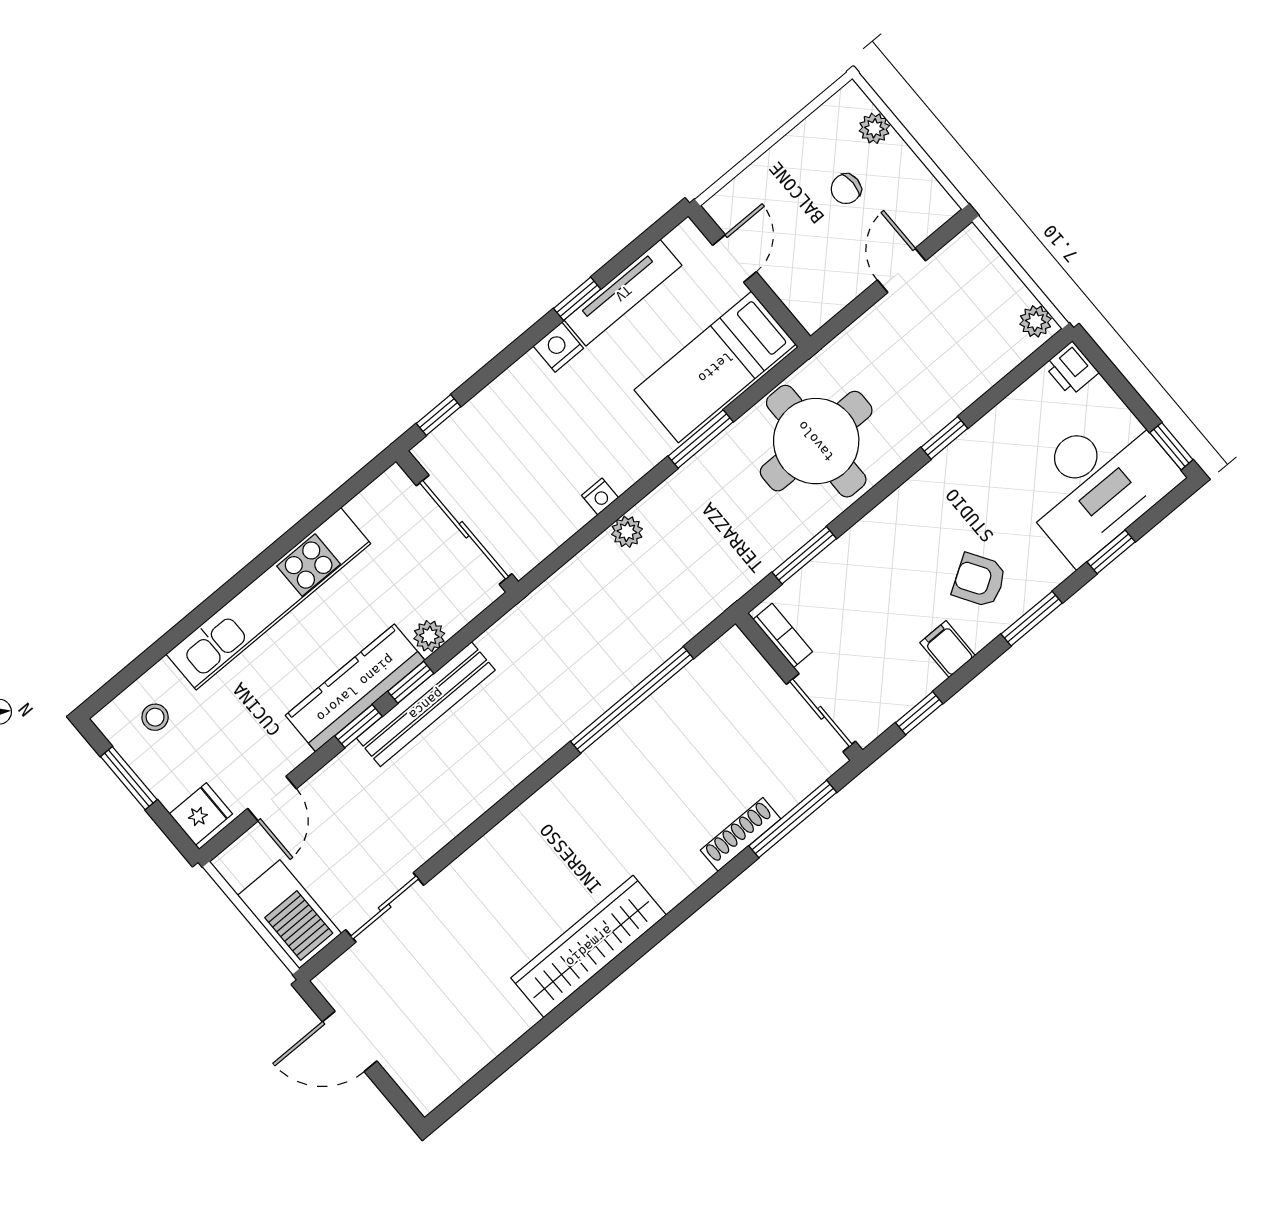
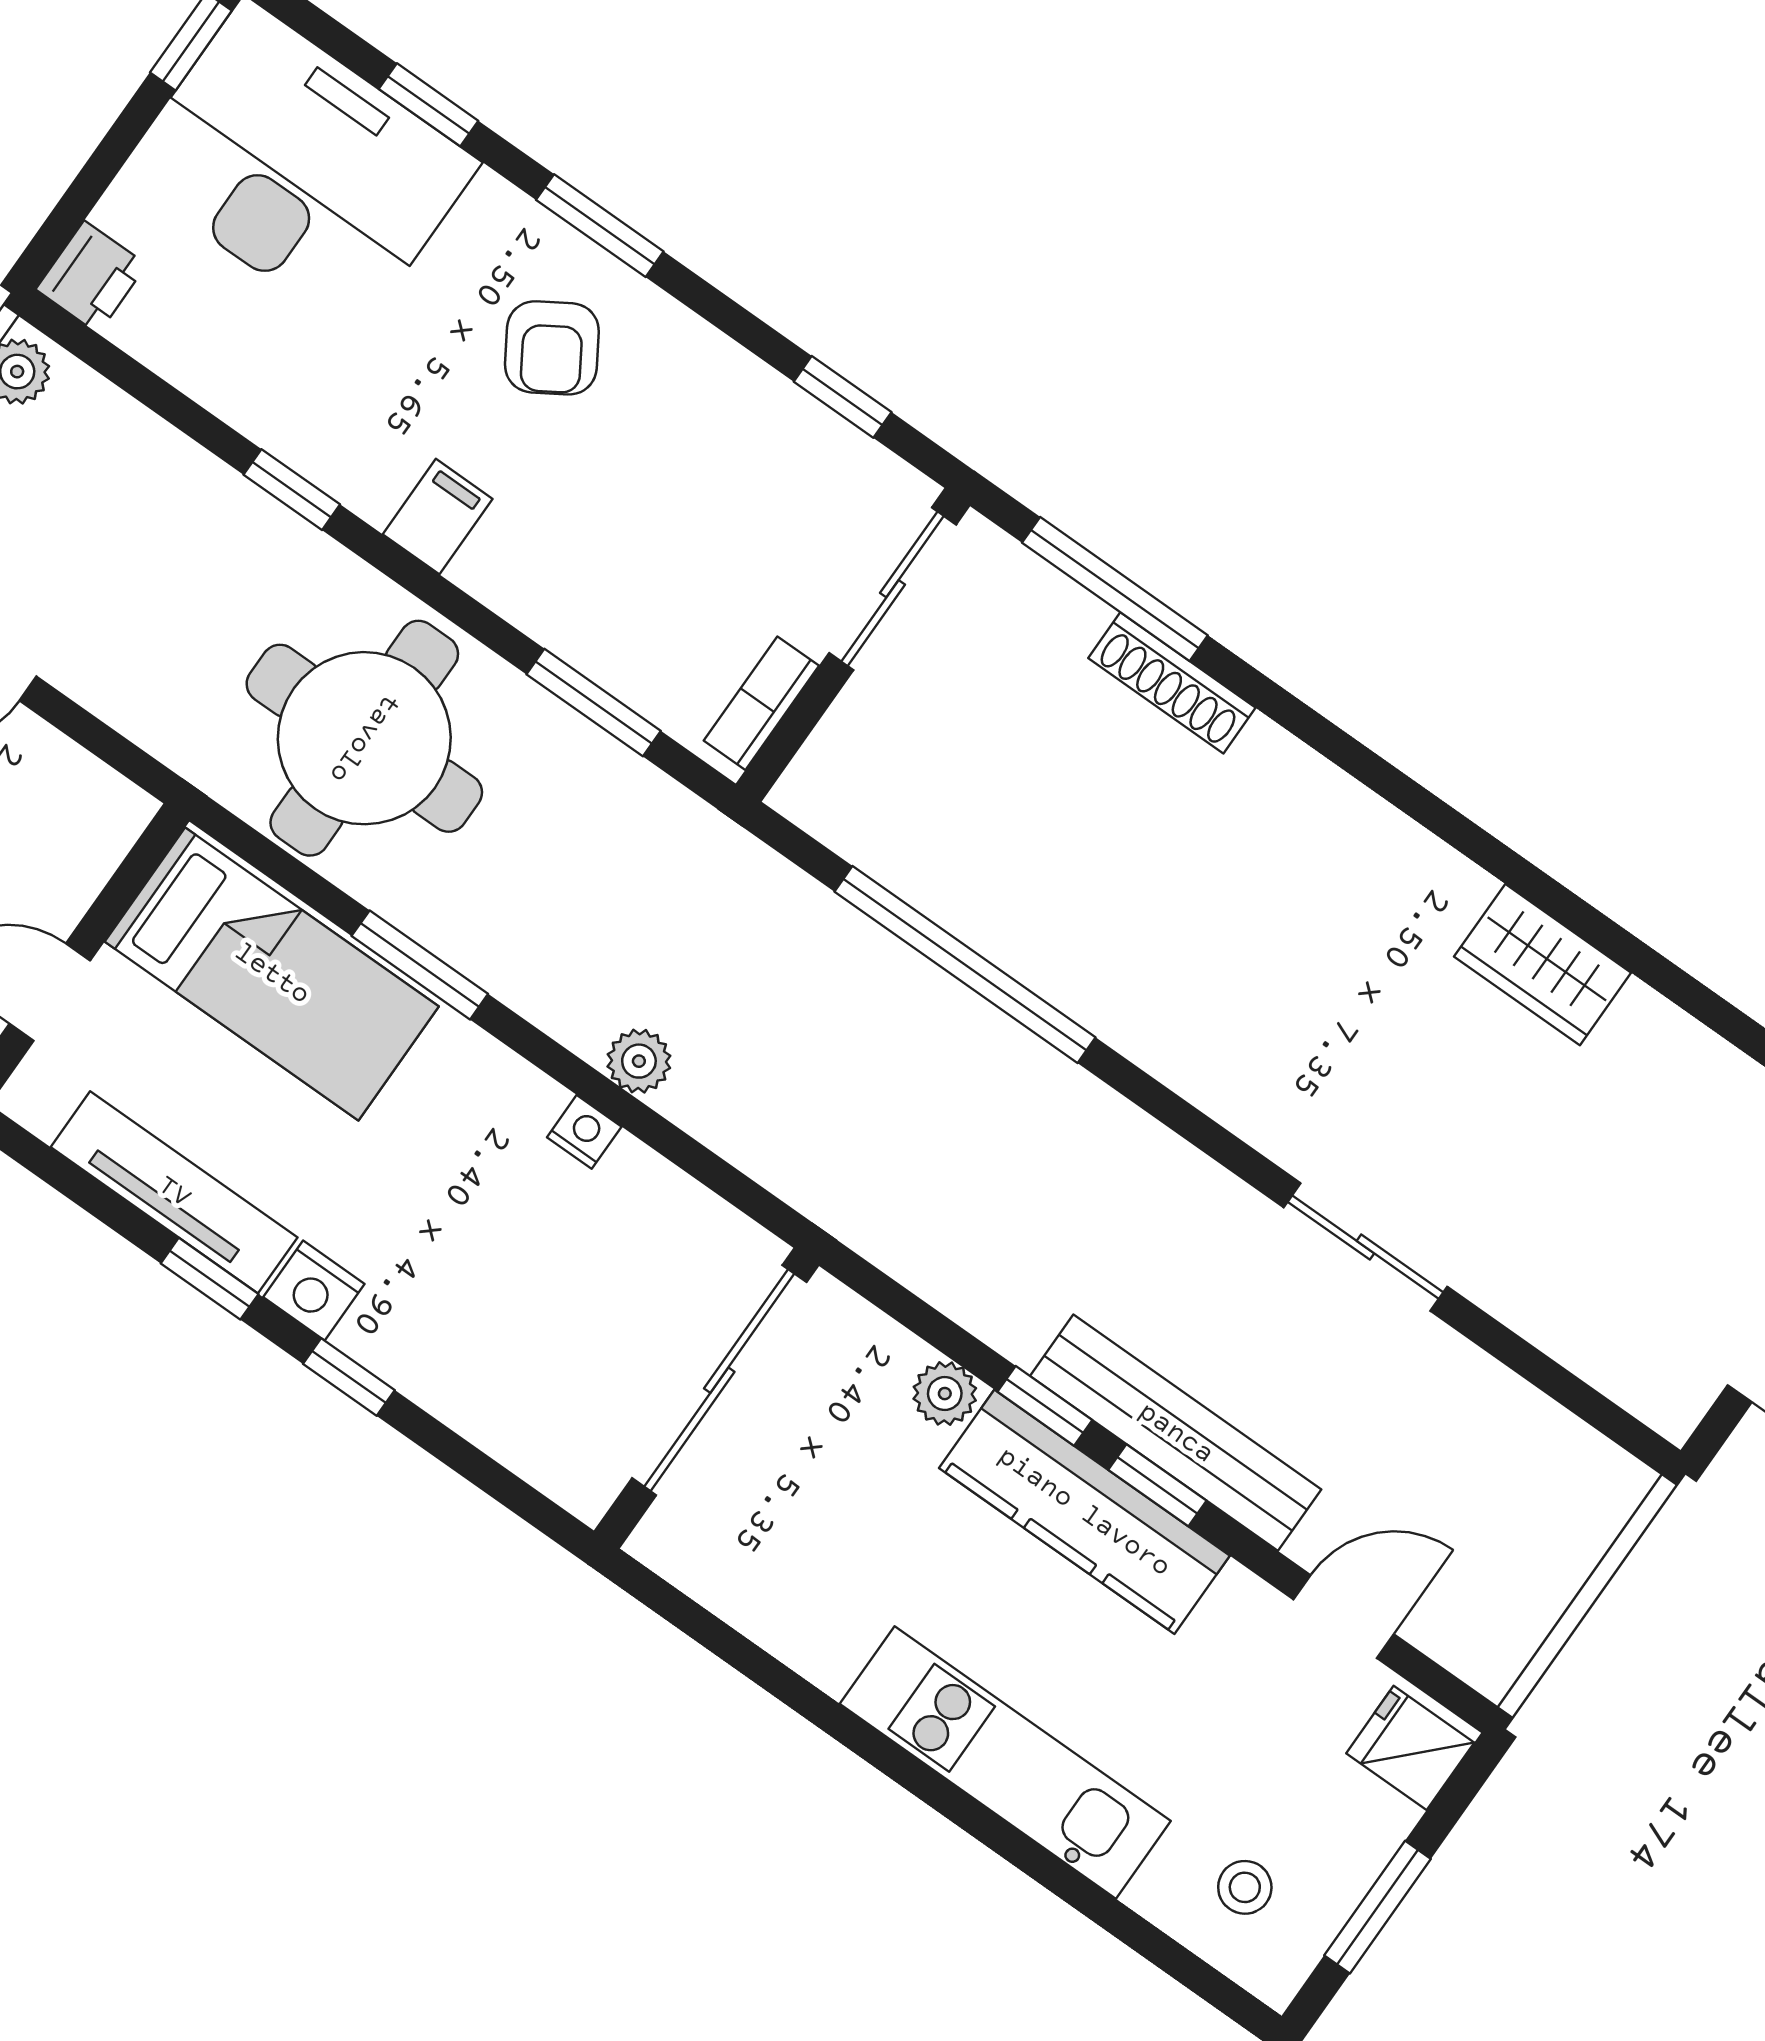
window: (439, 415) -> (349, 1377), moved
kitchen unit: (268, 599) -> (1005, 1762), width x0.73
filing cabinet: (948, 649) -> (438, 517), moved, turned 180
bench: (426, 704) -> (1176, 1433), moved
sliding door: (385, 907) -> (1366, 1247), moved
barbecue: (290, 914) -> (1561, 1523), removed
wardrobe: (589, 946) -> (1543, 965), width x0.48, depth x0.85

